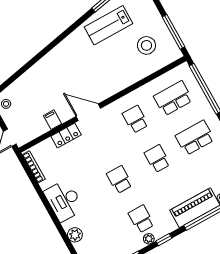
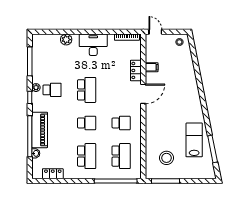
school desk: (119, 180) -> (87, 90), width x1.85

